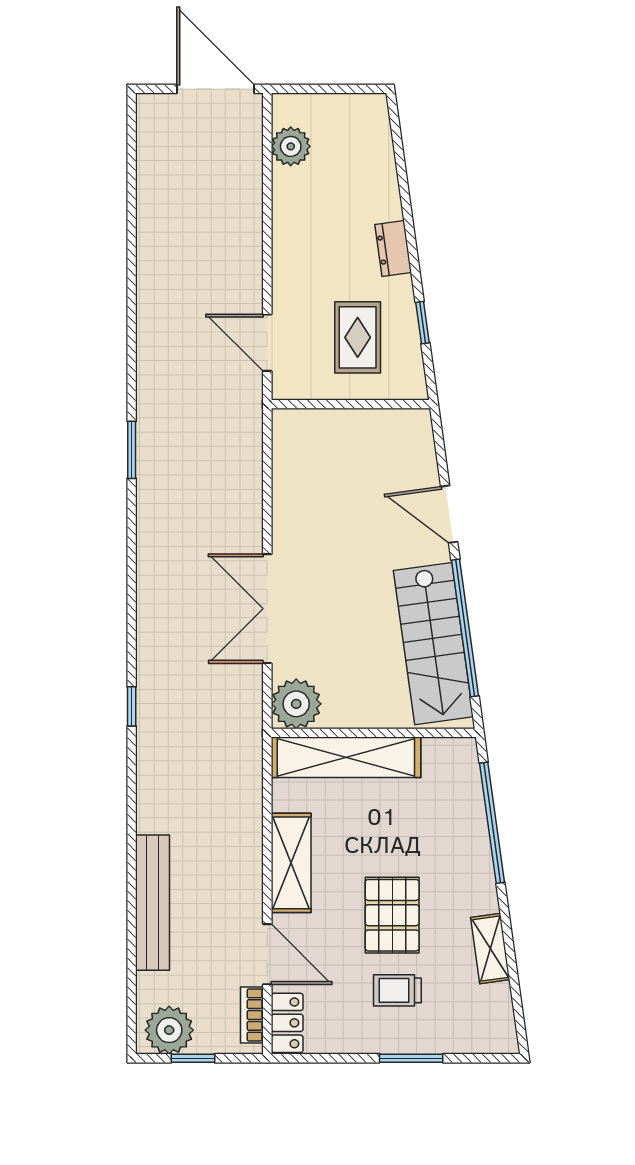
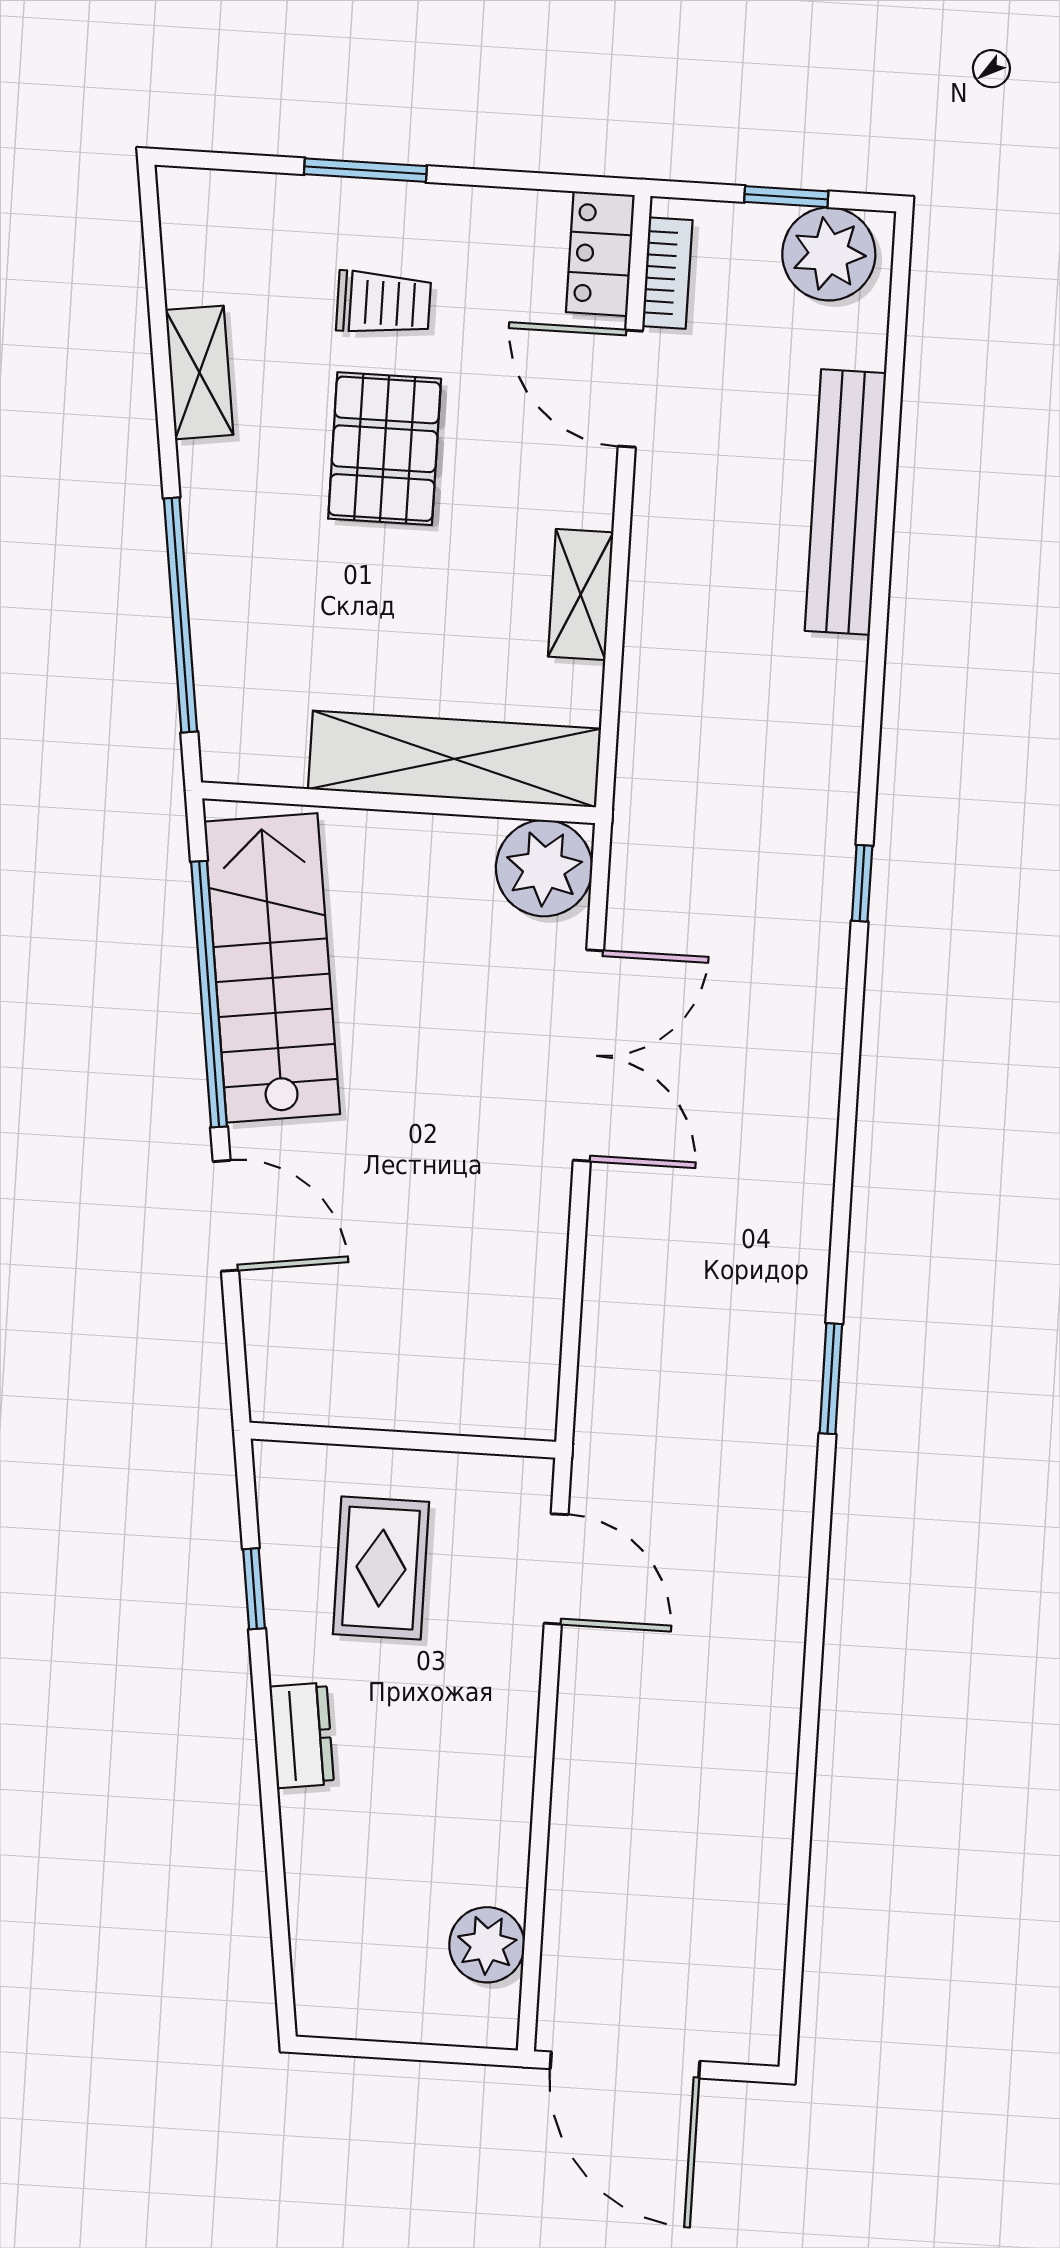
shelving: (291, 863) -> (581, 594), width x0.67, depth x0.75

